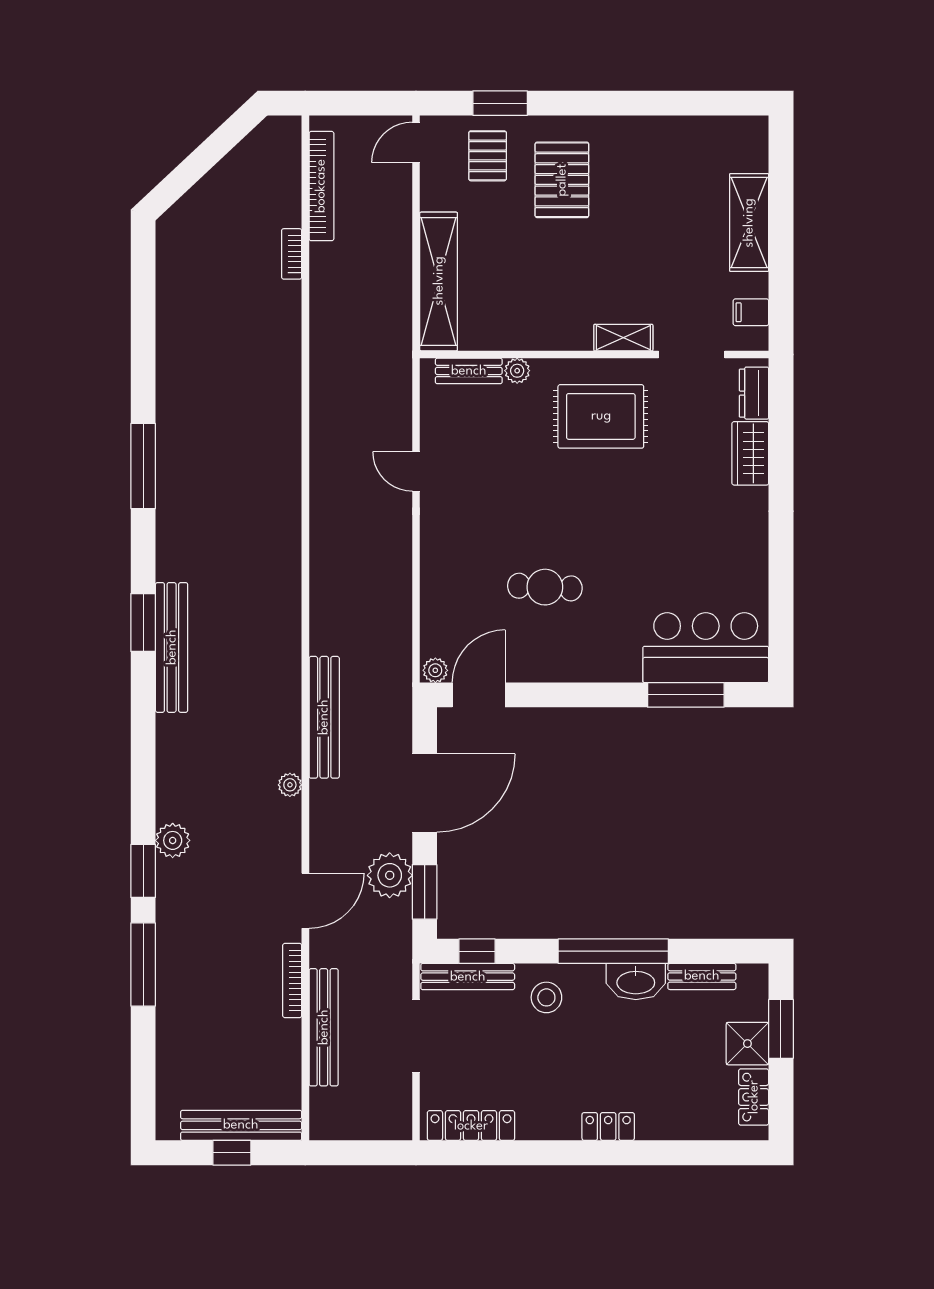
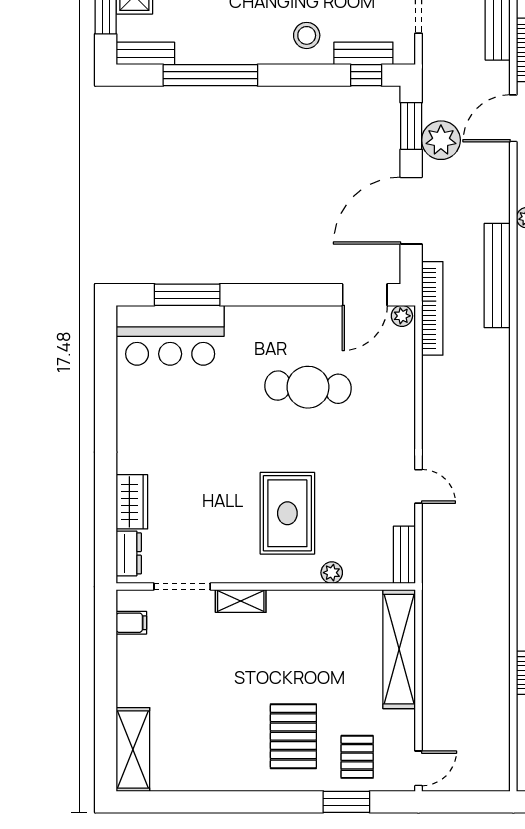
bookcase: (321, 186) -> (432, 308), moved, turned 180
shelving: (749, 223) -> (133, 749), moved
bench: (469, 371) -> (404, 555), moved, turned 90
rug: (601, 416) -> (287, 513), moved, turned 90
cafe table: (545, 587) -> (308, 387), width x1.37, depth x1.35
window: (613, 951) -> (210, 75), moved
bench: (702, 976) -> (145, 53), moved
bench: (468, 977) -> (363, 53), width x0.73
washbasin: (636, 982) -> (230, 49), removed

